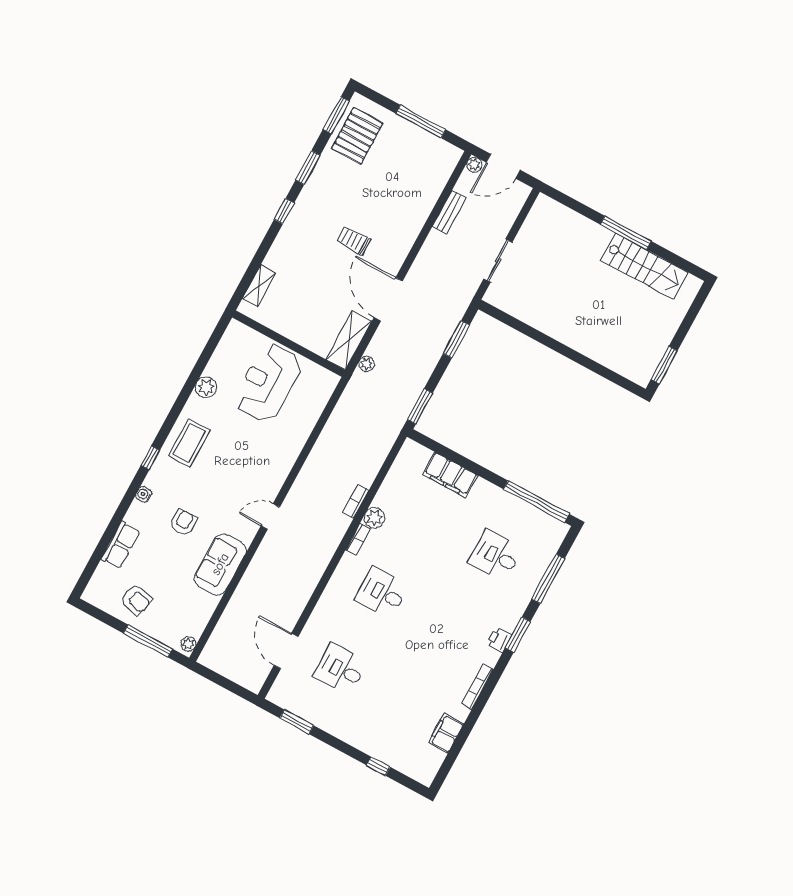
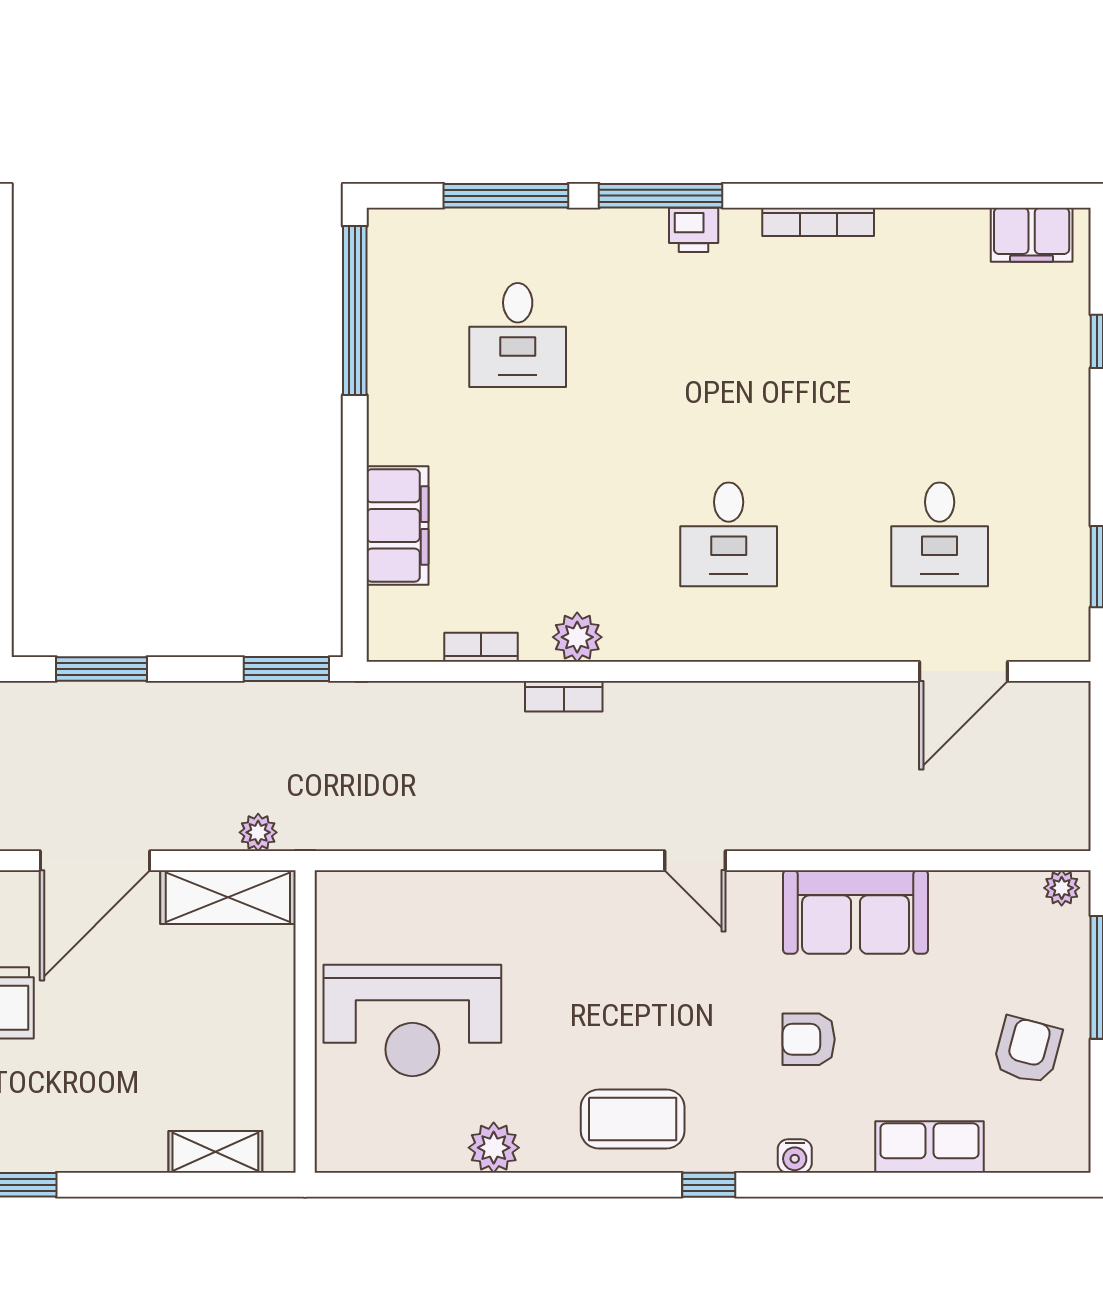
bookcase: (358, 539) -> (481, 647), moved
window: (518, 635) -> (661, 196), width x1.44
filing cabinet: (446, 733) -> (1032, 235), moved

